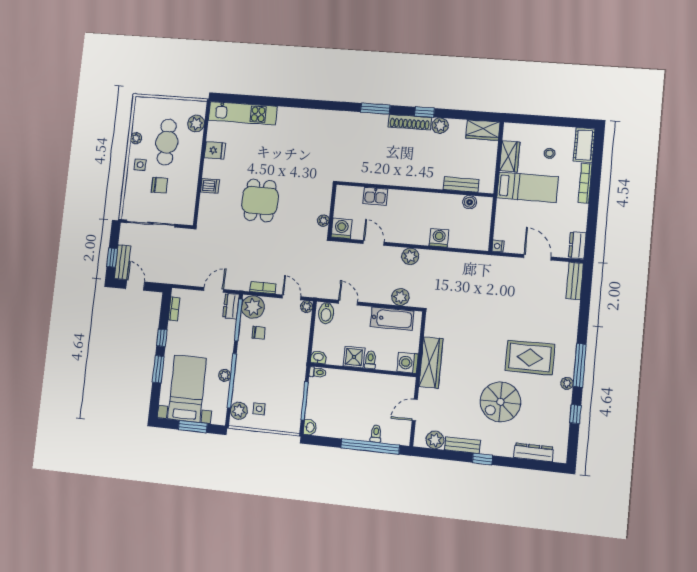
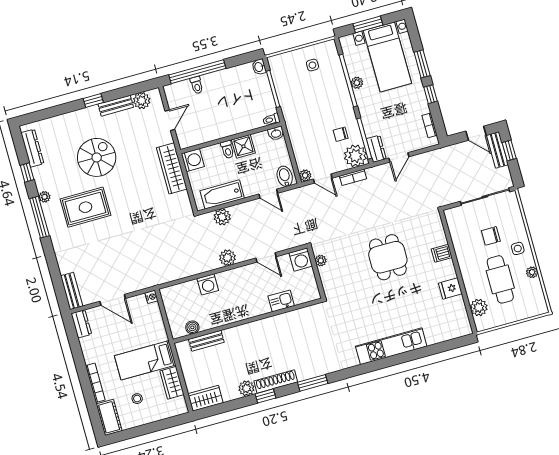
kitchen unit: (243, 113) -> (391, 346), moved
plant: (239, 411) -> (331, 56), removed
dresser: (534, 452) -> (32, 148), moved, turned -90

